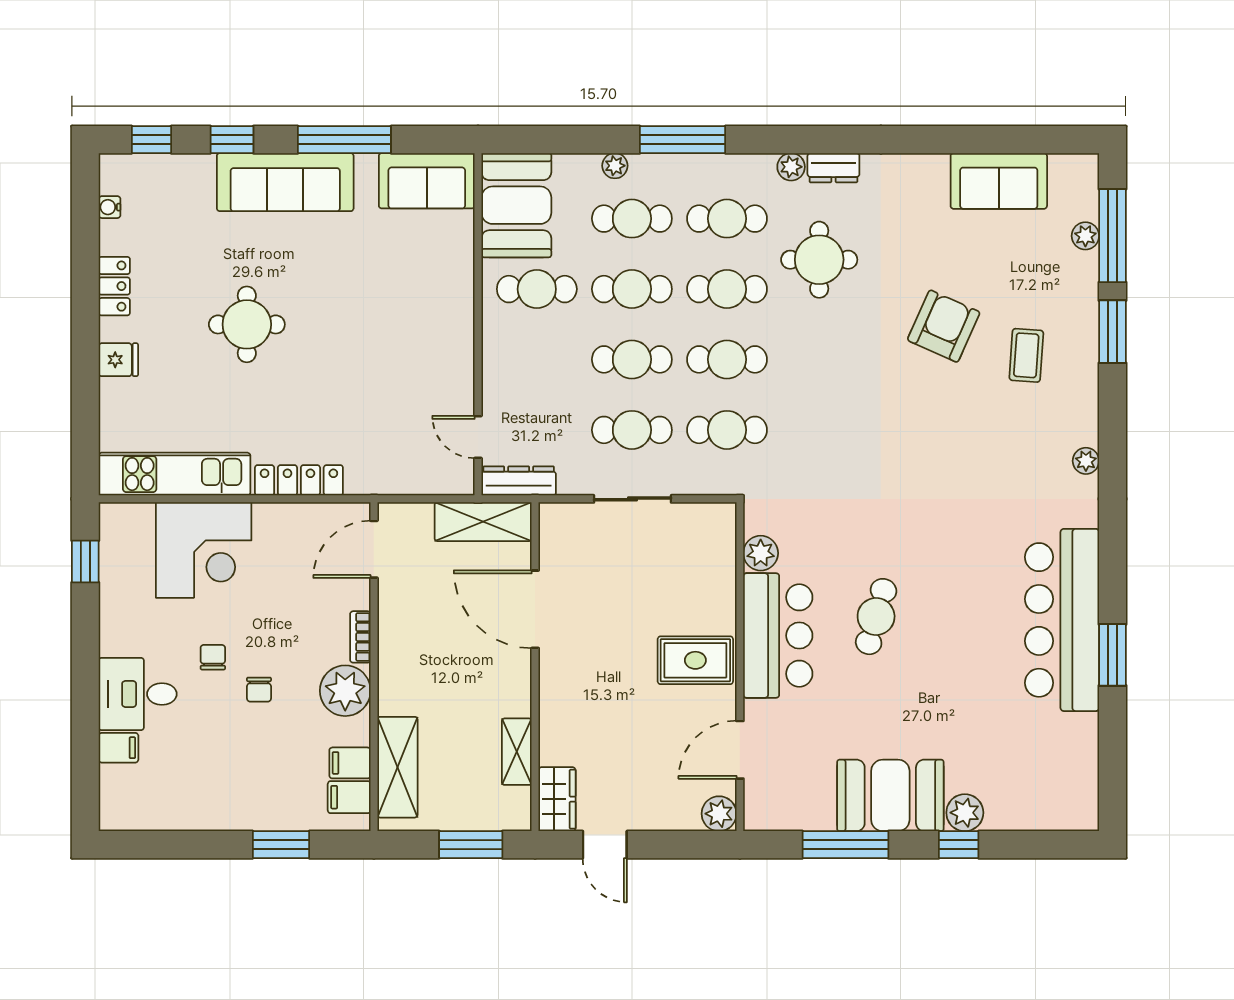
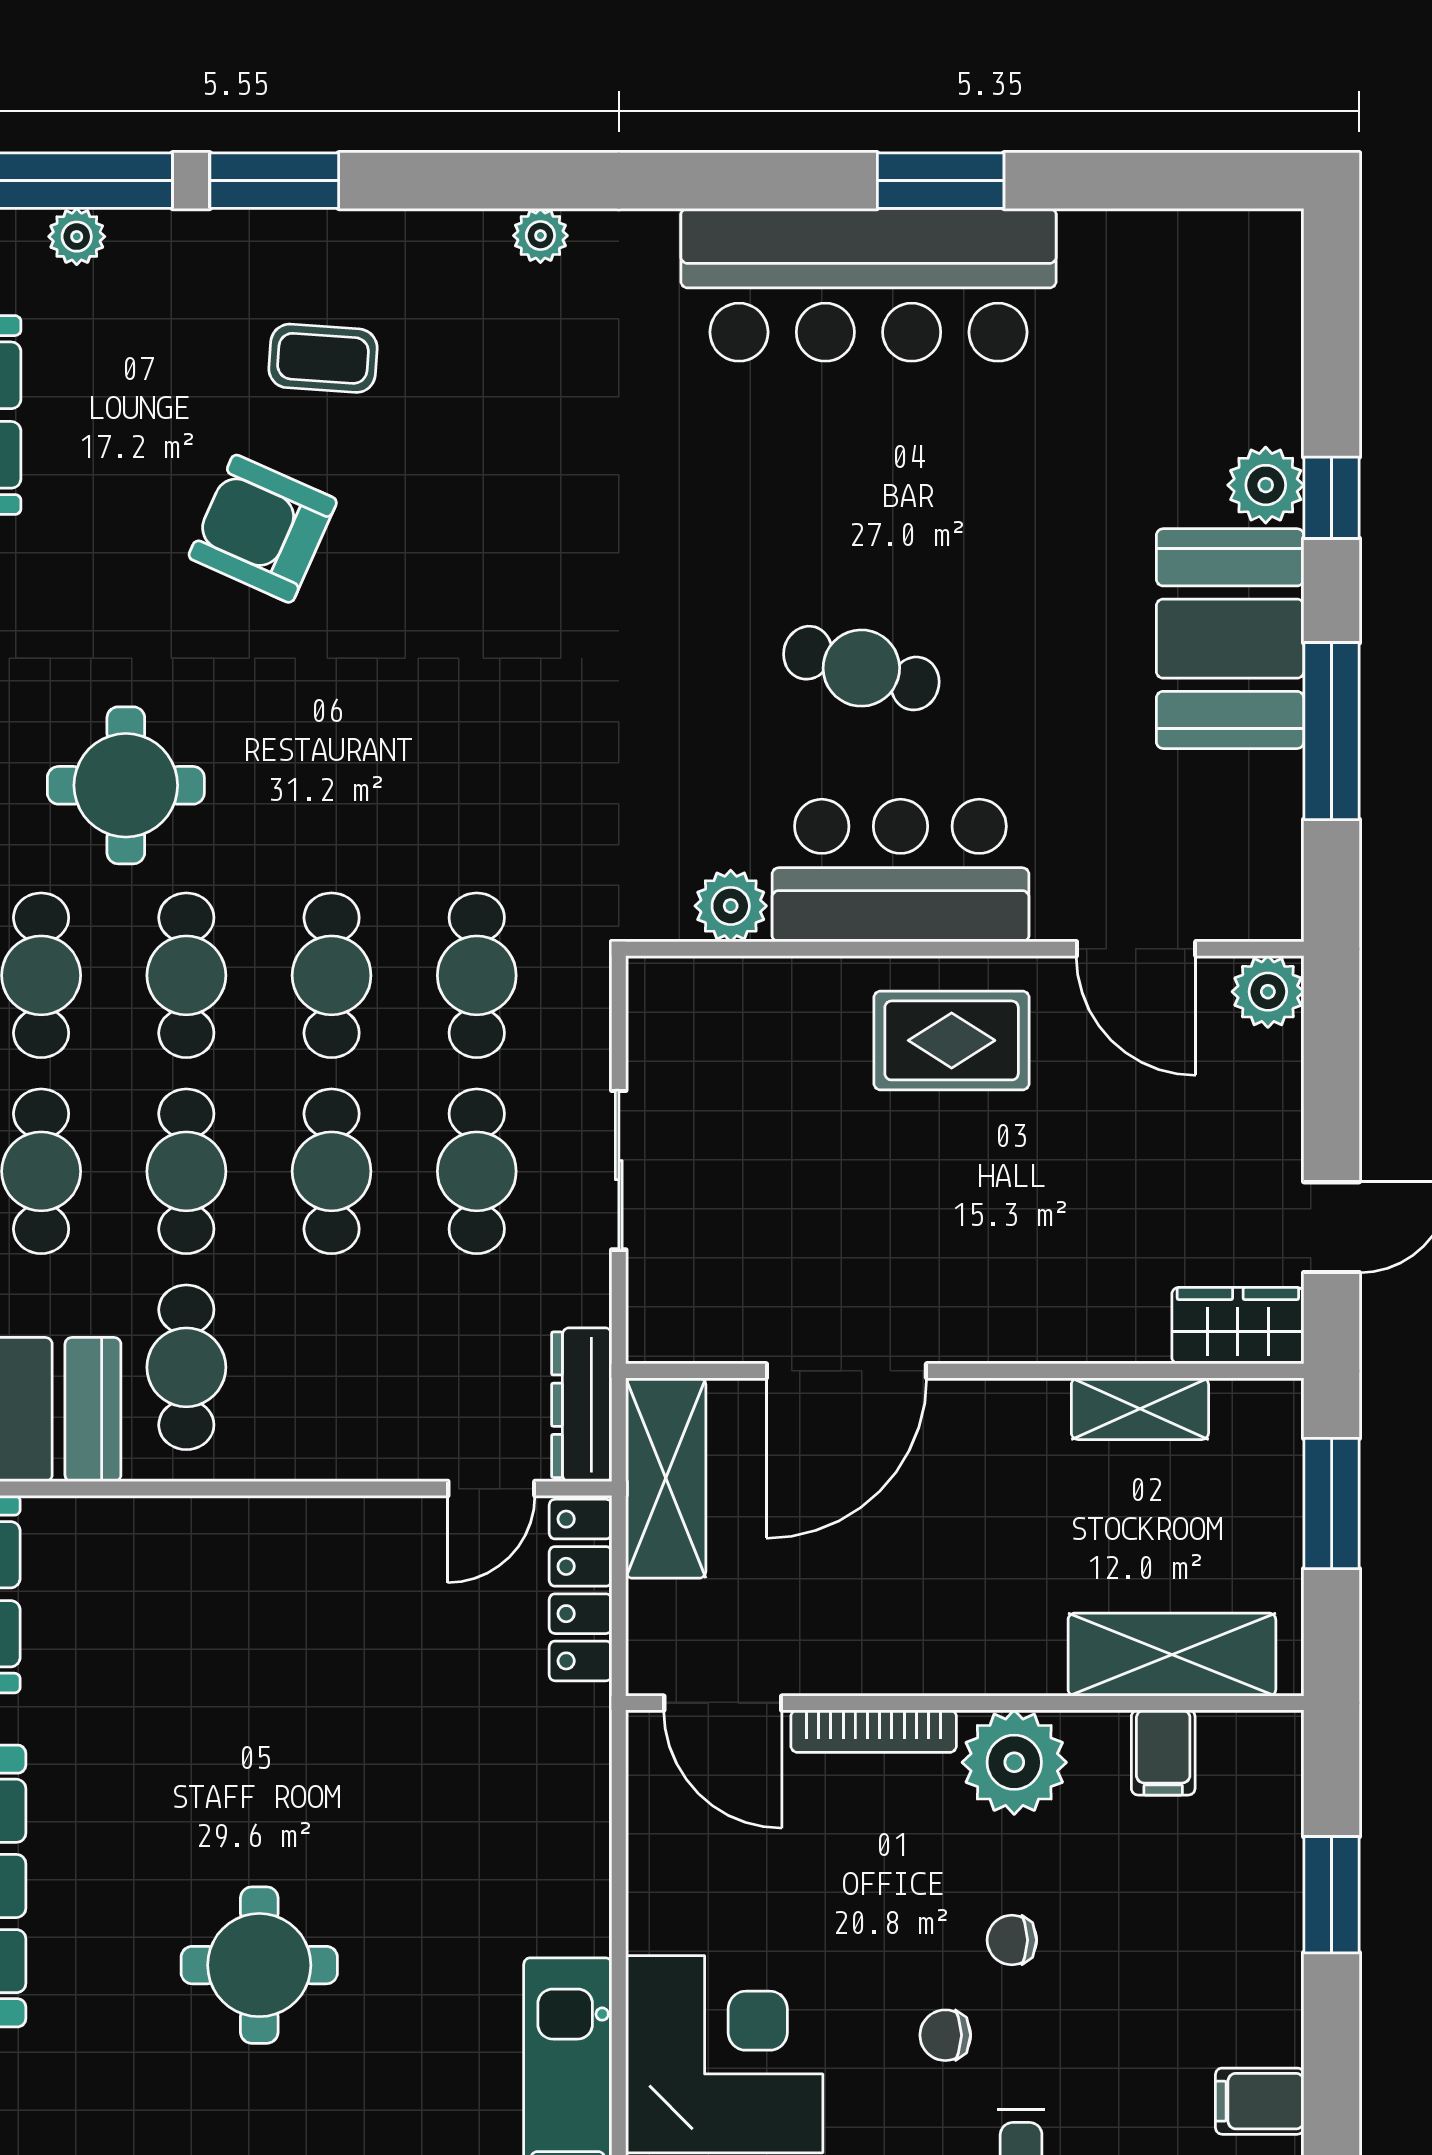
locker: (299, 480) -> (581, 1590), moved
bookcase: (360, 637) -> (874, 1731), width x1.56
rug: (695, 660) -> (952, 1040), turned 90
chair: (259, 690) -> (1012, 1940), turned 180
filing cabinet: (349, 797) -> (1260, 2101), moved, turned 90

